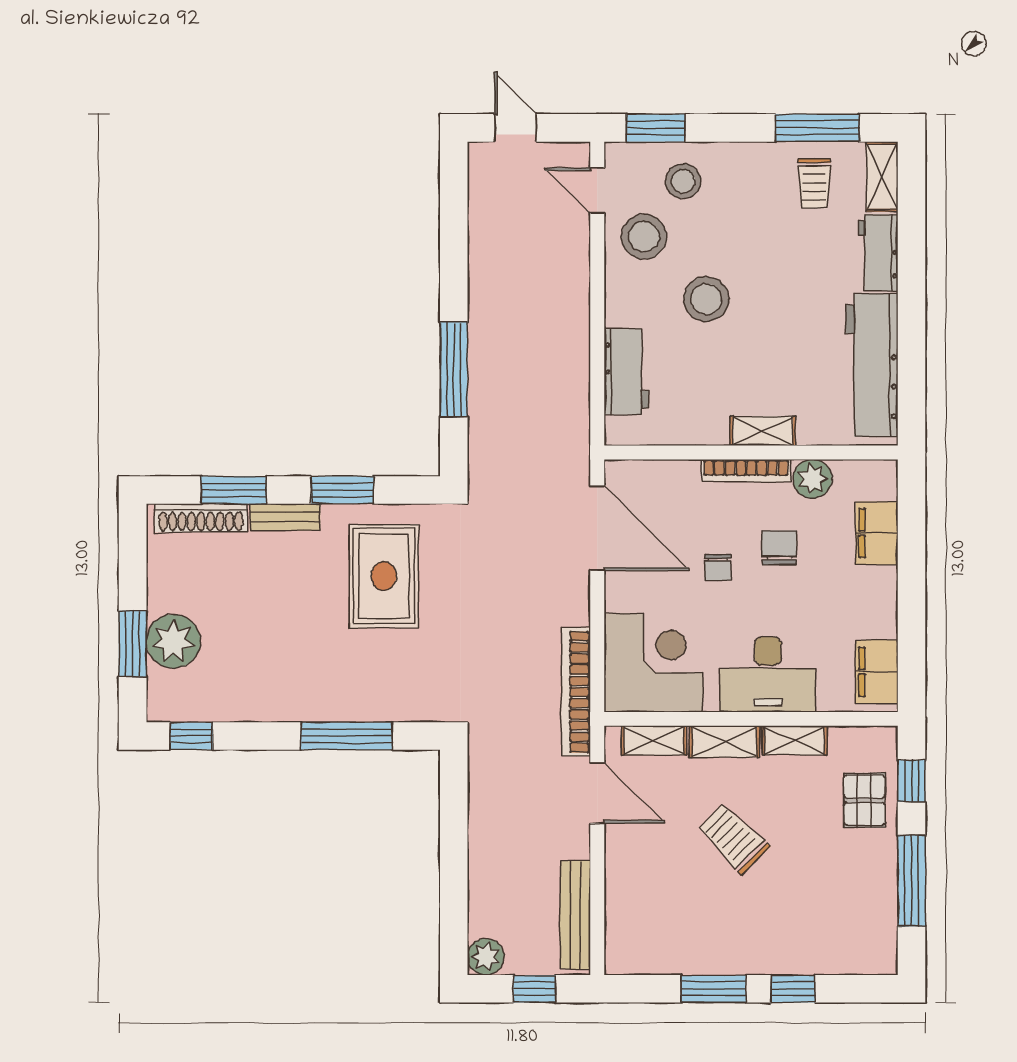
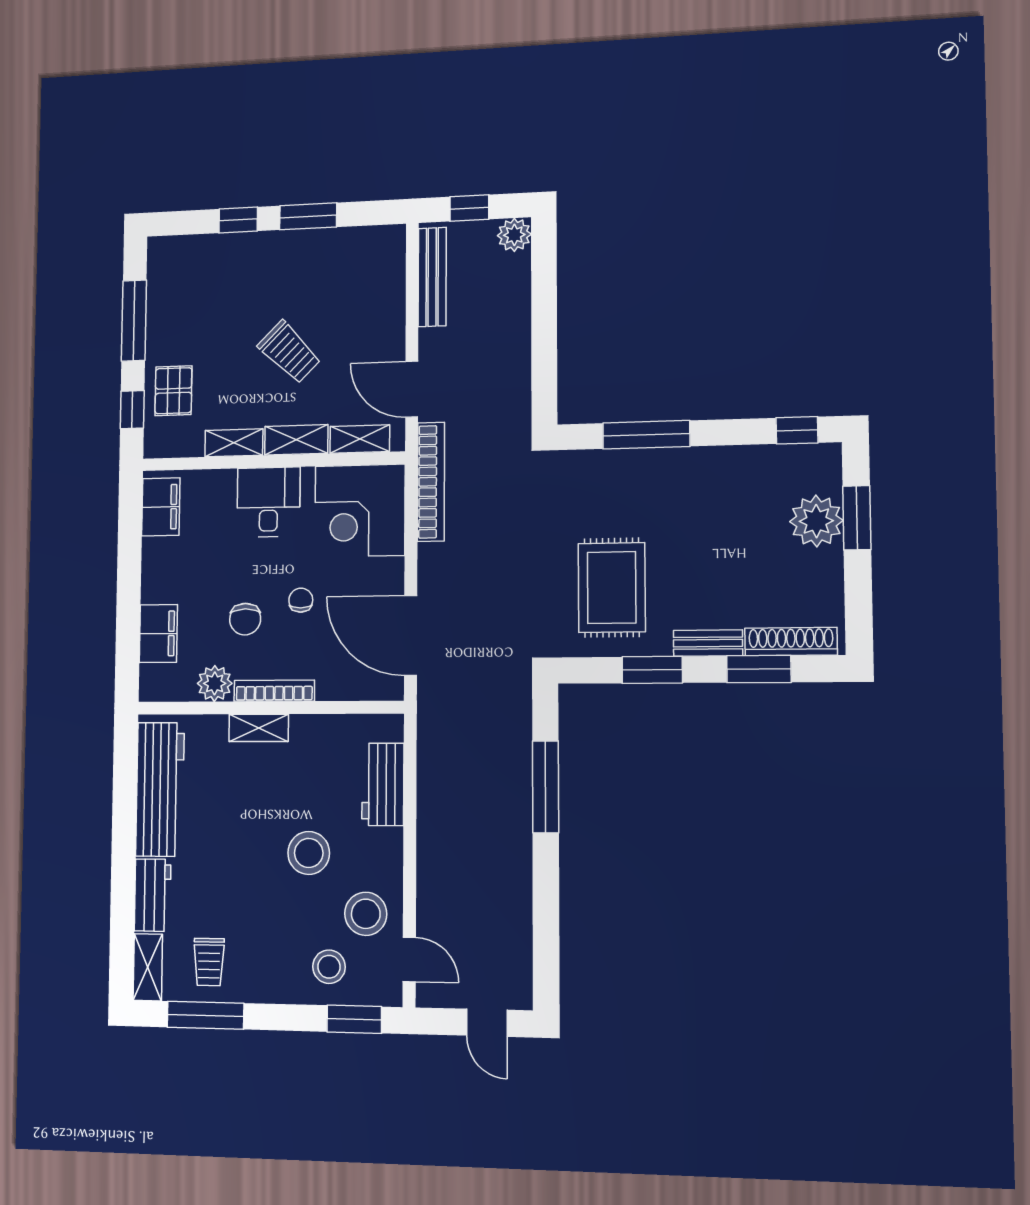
trolley: (814, 183) -> (209, 962), turned 180
desk: (768, 674) -> (269, 502), width x0.73

